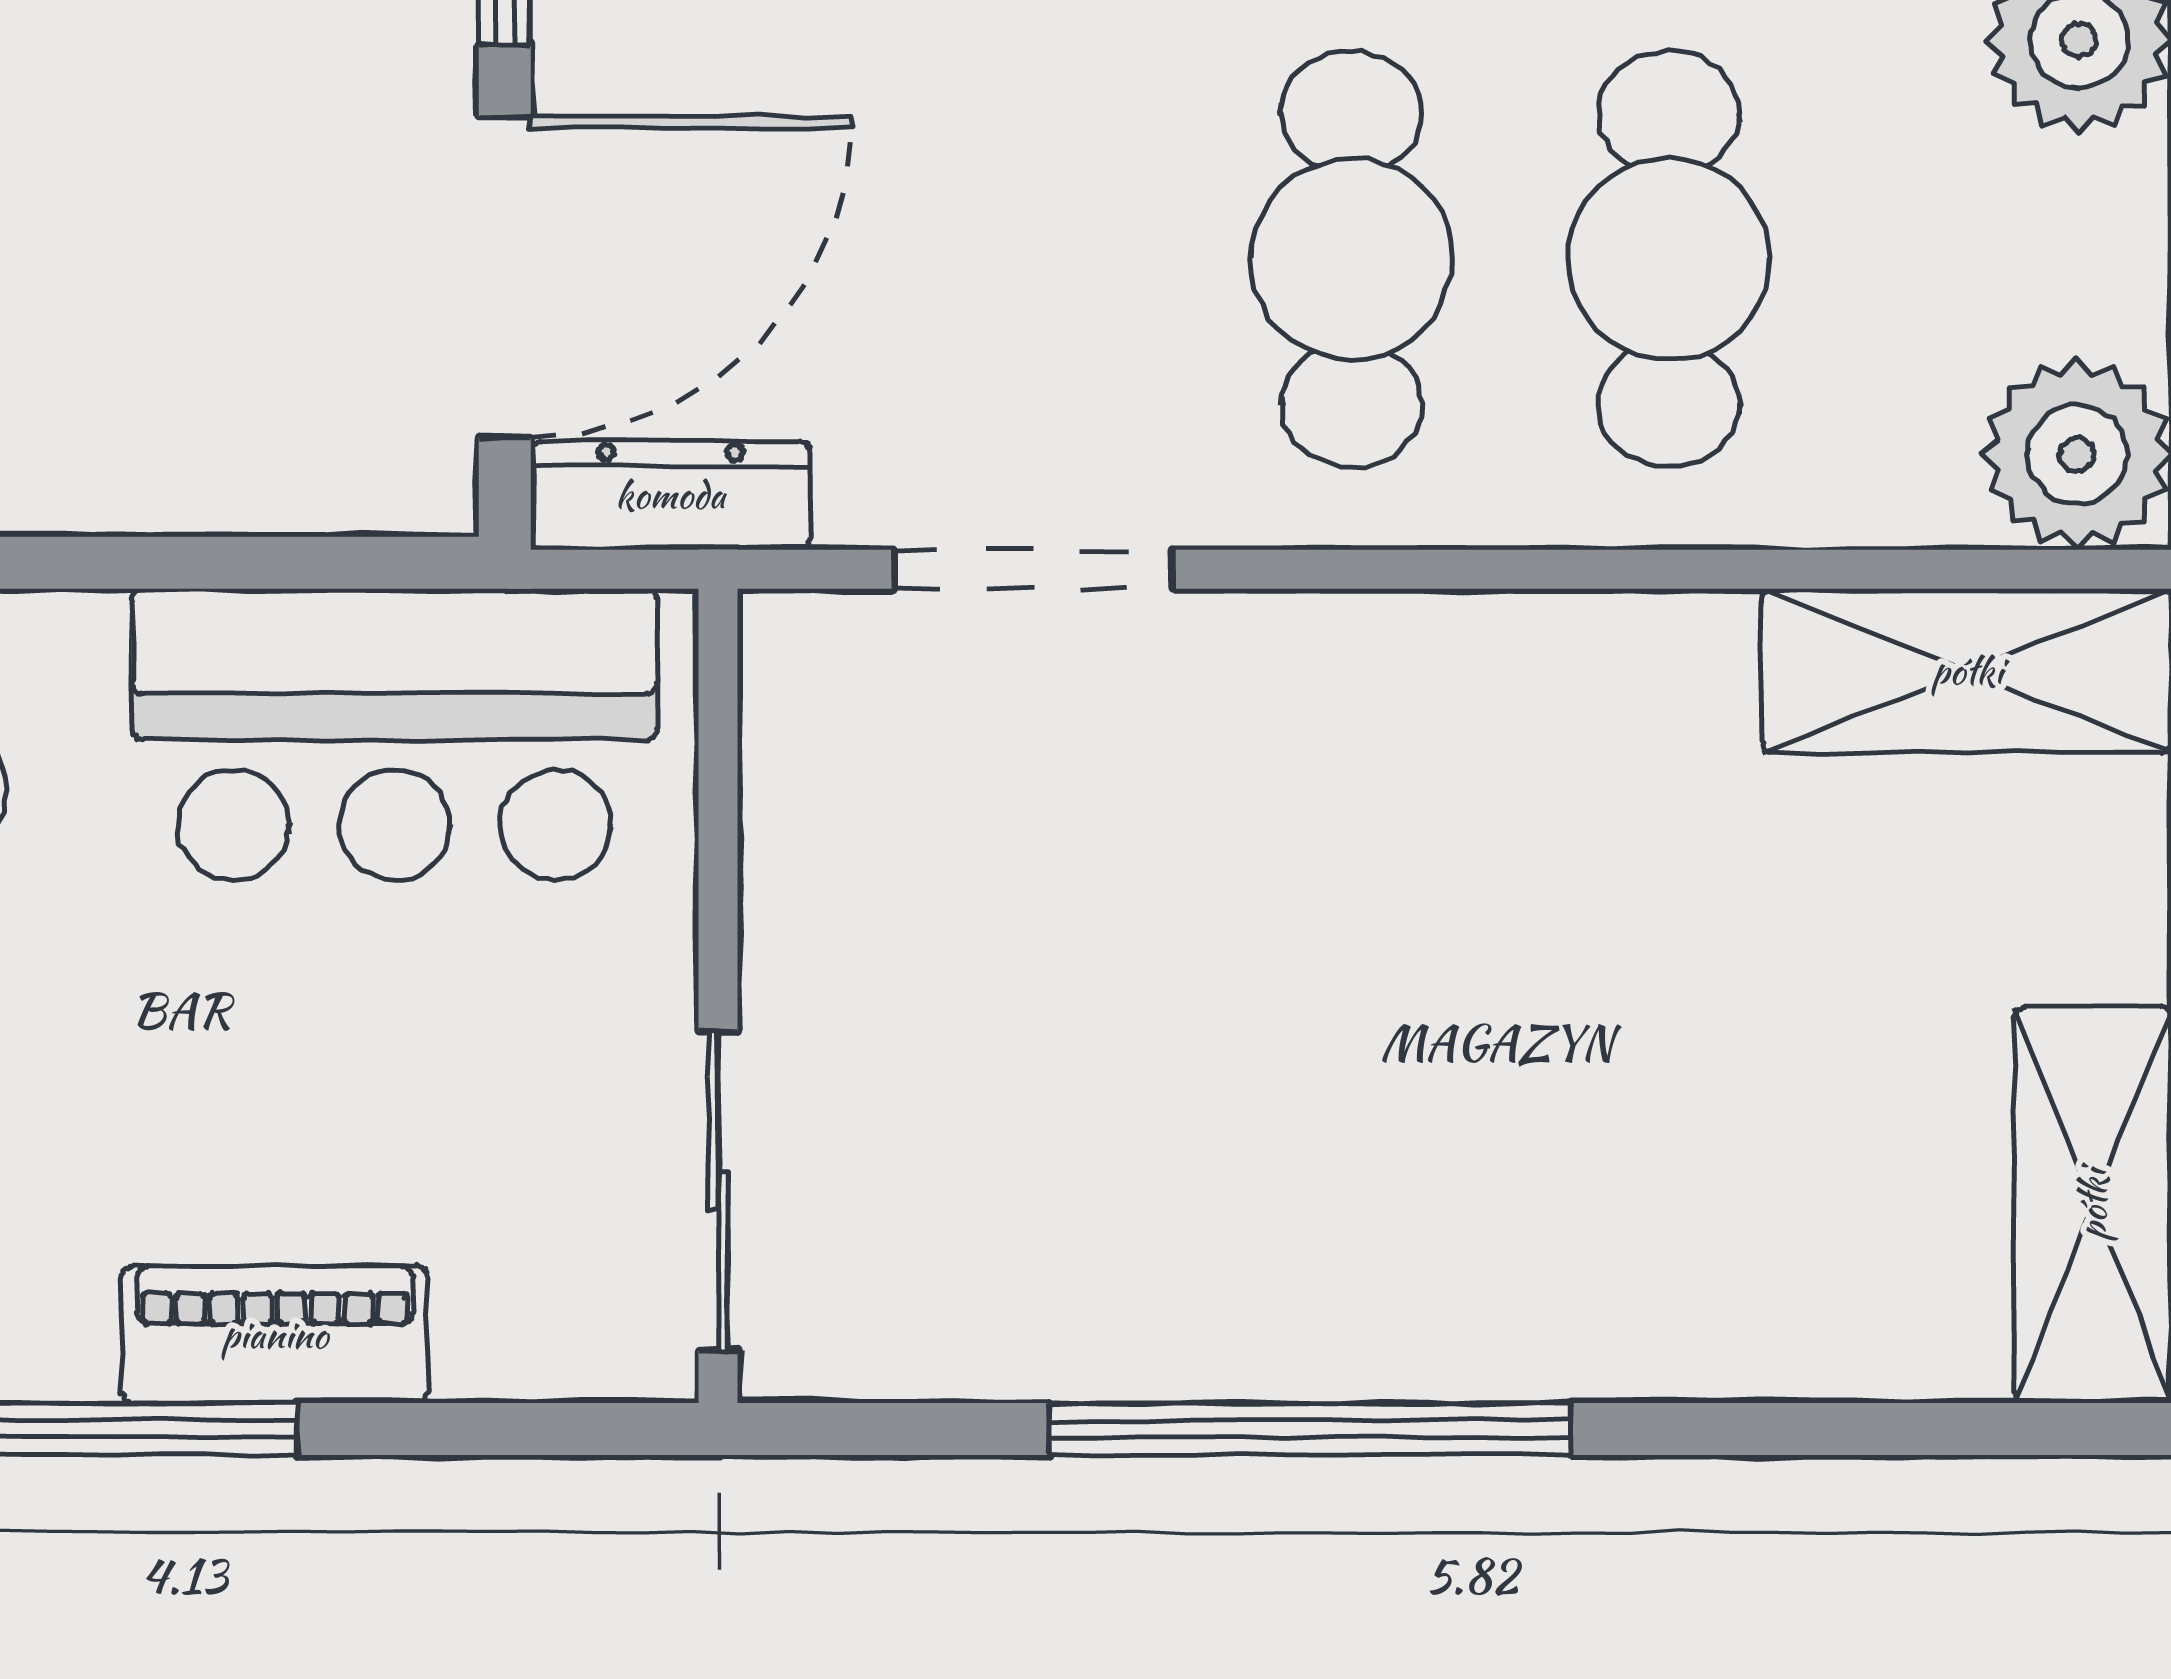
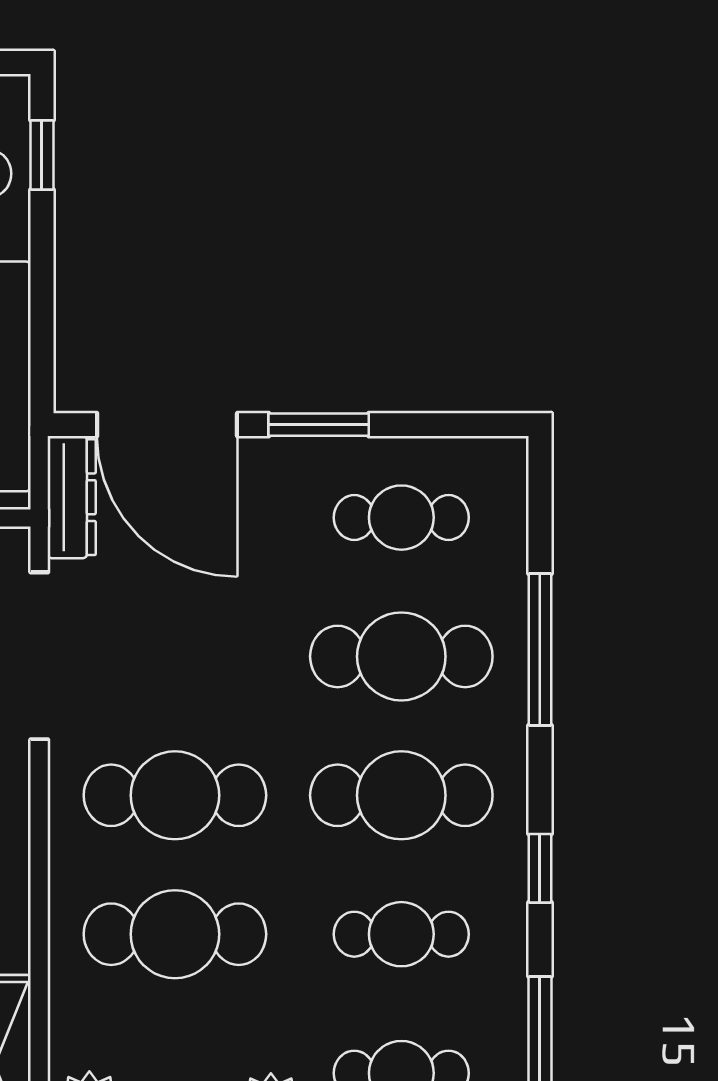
doorway: (1033, 569) -> (39, 656), width x1.36

